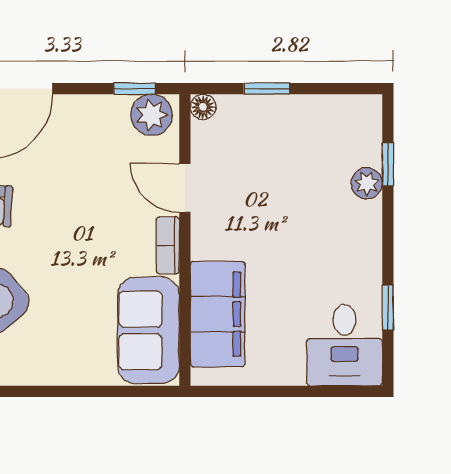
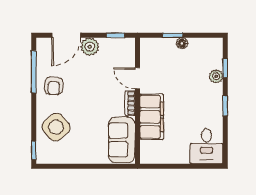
floor lamp: (203, 107) -> (182, 43), moved
plant: (152, 115) -> (90, 47), moved
window: (388, 308) -> (225, 106), moved
filing cabinet: (218, 314) -> (152, 117), moved

